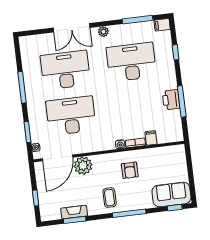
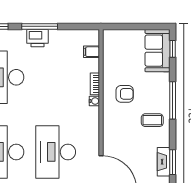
printer: (171, 100) -> (37, 38), moved
window: (182, 101) -> (40, 26), moved
filing cabinet: (151, 138) -> (91, 52), moved
plant: (83, 166) -> (113, 145), removed

